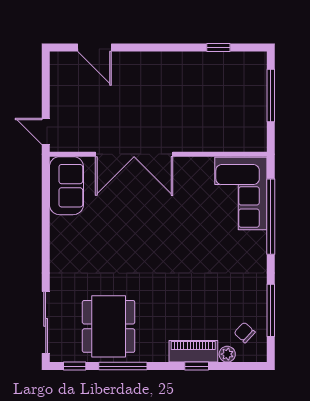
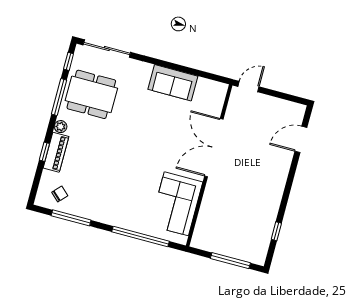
sofa: (66, 186) -> (173, 83), moved
corner sofa: (241, 193) -> (176, 204), moved, turned -90
plant: (227, 354) -> (61, 127), moved

